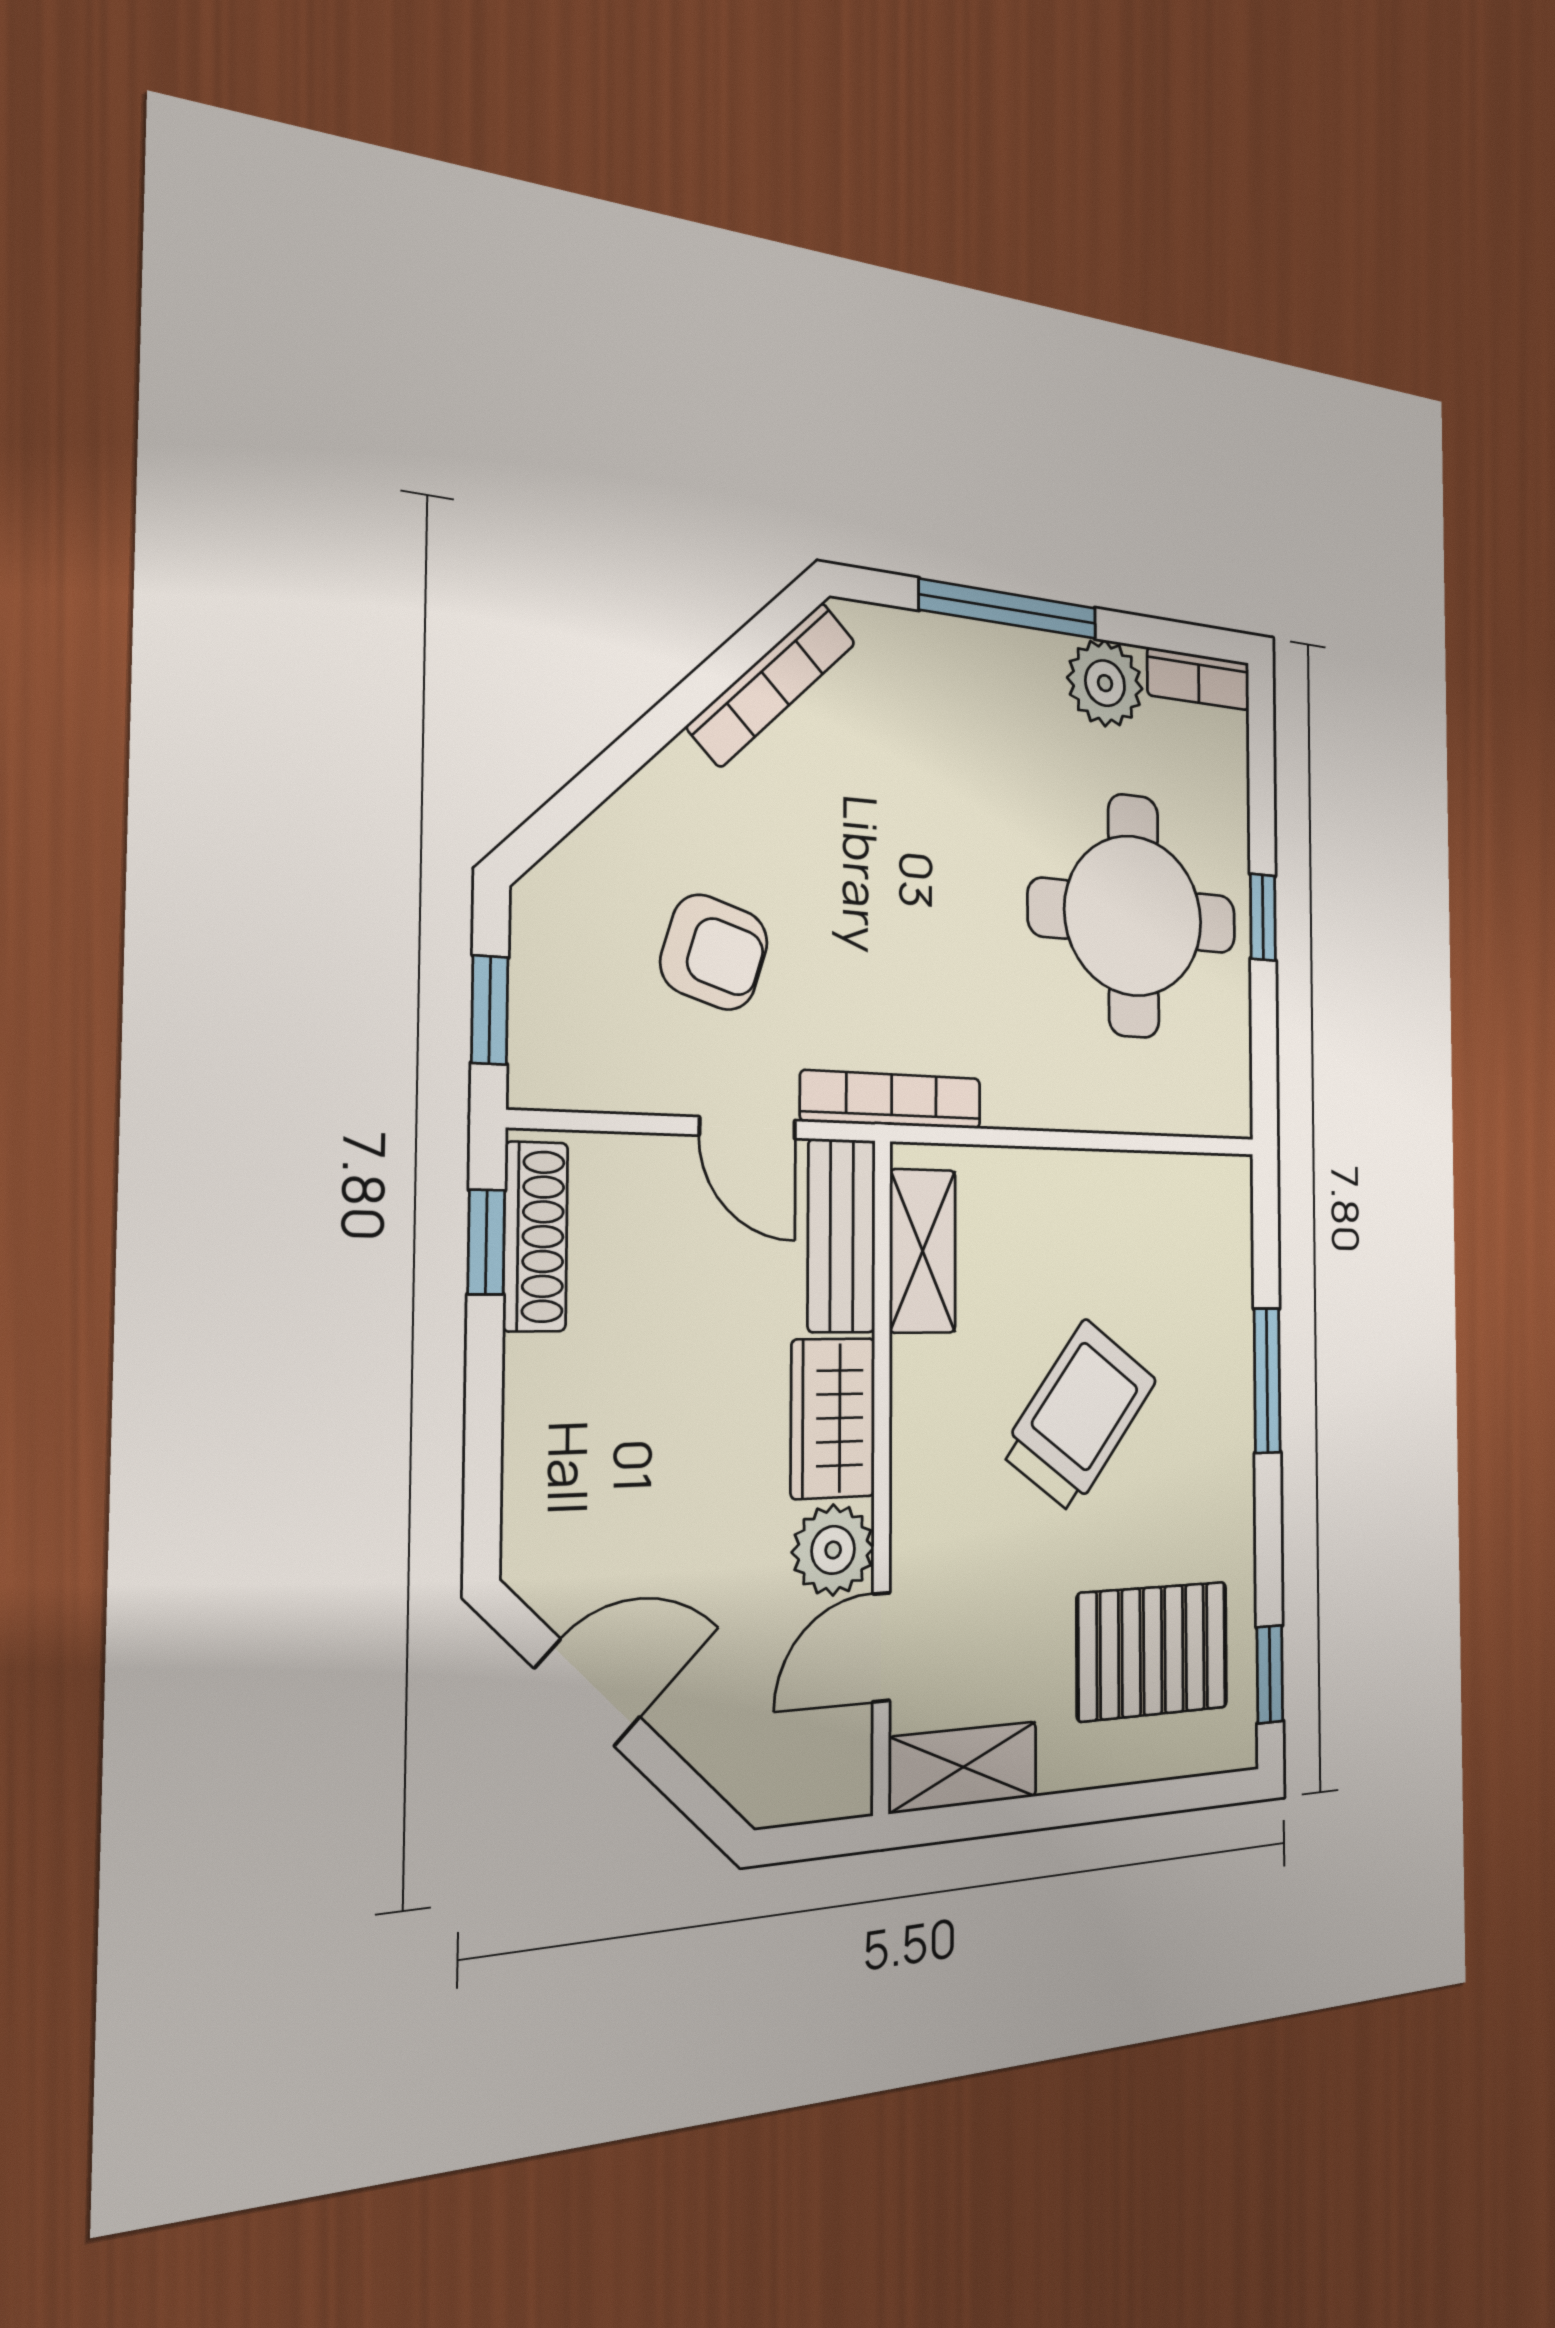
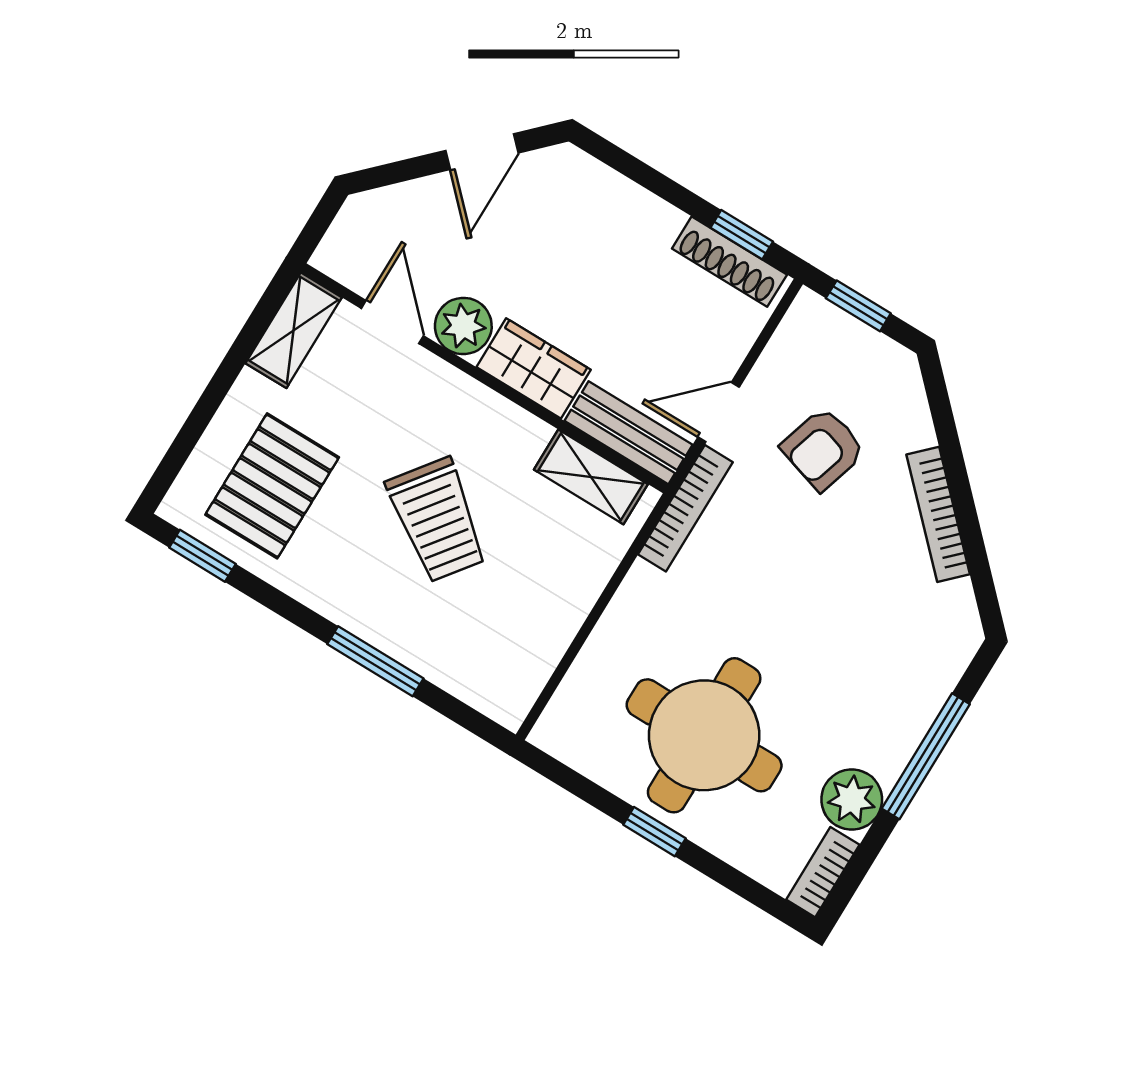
bookcase: (772, 684) -> (938, 514), moved

